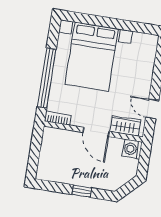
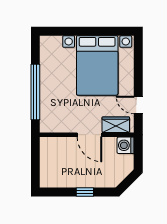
bed with nightstands: (92, 57) -> (97, 65), moved
bookcase: (58, 118) -> (52, 128), removed

